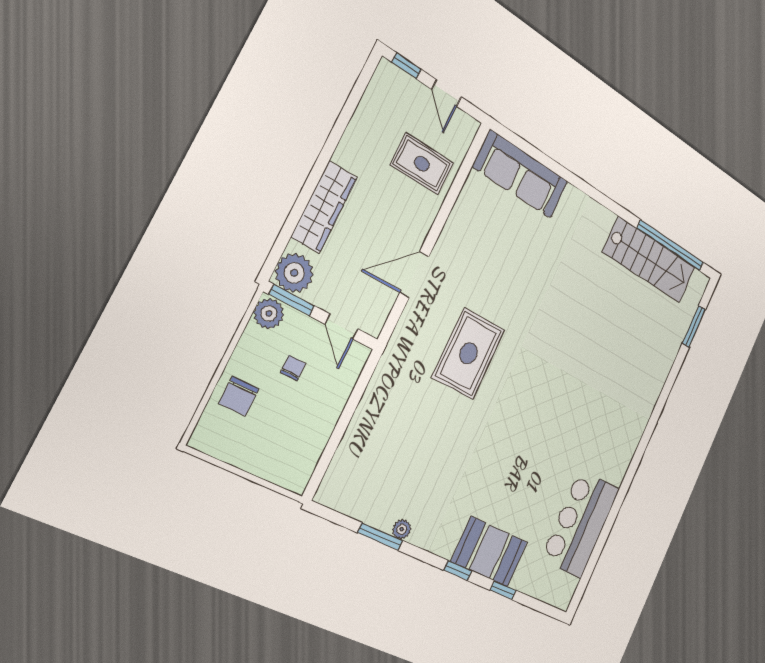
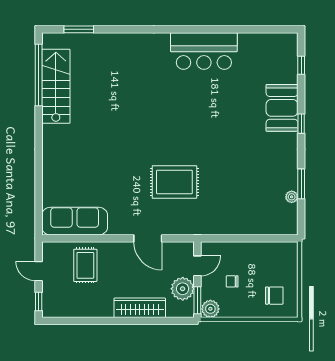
door: (446, 93) -> (39, 271), swing flipped
sofa: (521, 174) -> (75, 221), moved, turned -90
plant: (294, 273) -> (183, 289), moved
chair: (239, 396) -> (274, 296), moved
bar counter: (580, 524) -> (204, 51), moved
plant: (402, 529) -> (292, 197), moved
window: (503, 590) -> (301, 65), moved

